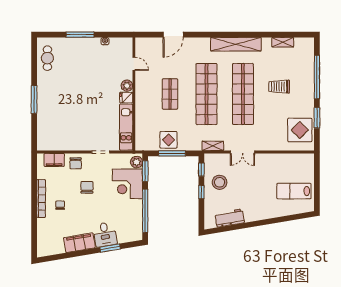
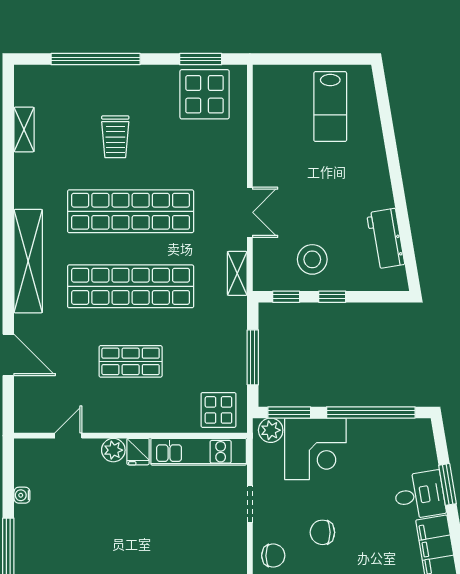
shelving: (236, 44) -> (28, 261), moved
window: (317, 118) -> (201, 59), moved
display table: (169, 140) -> (218, 410), moved

